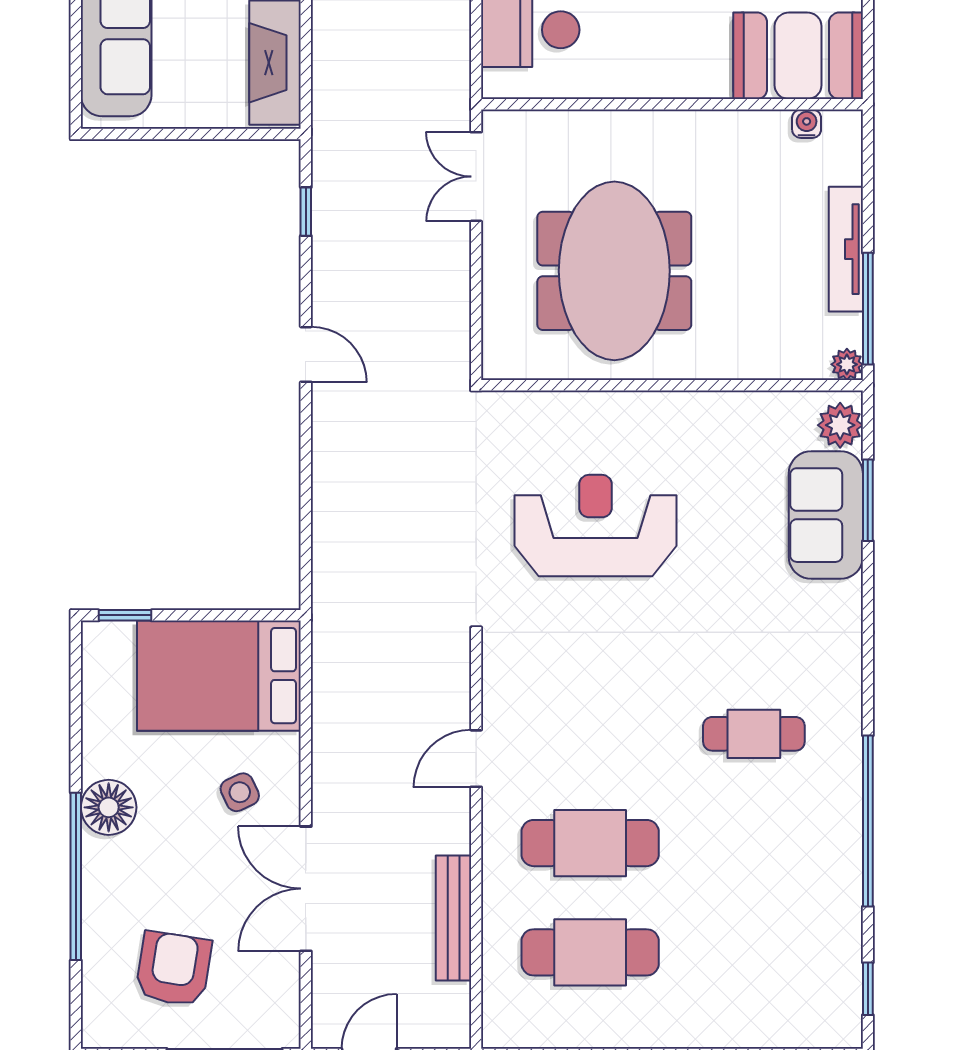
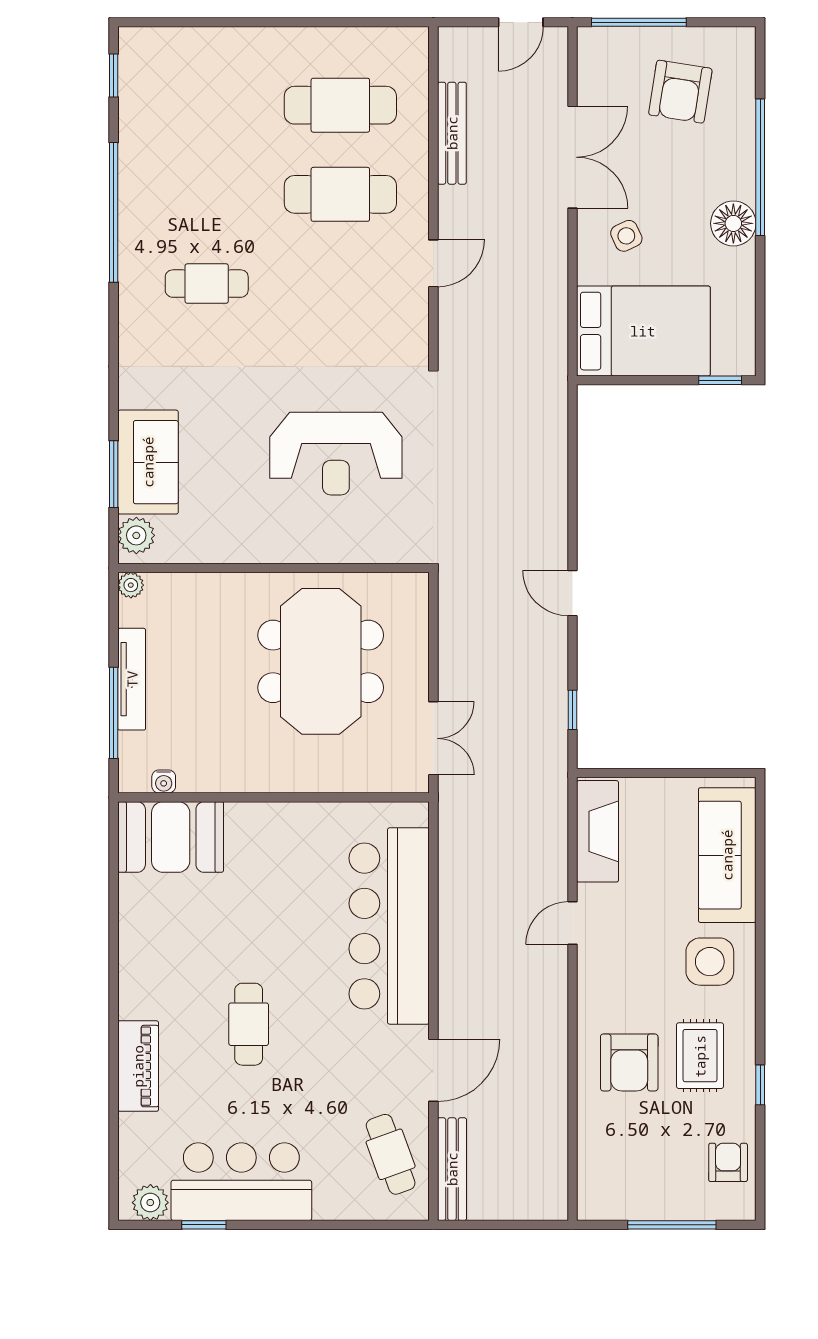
window: (868, 309) -> (114, 713), moved

